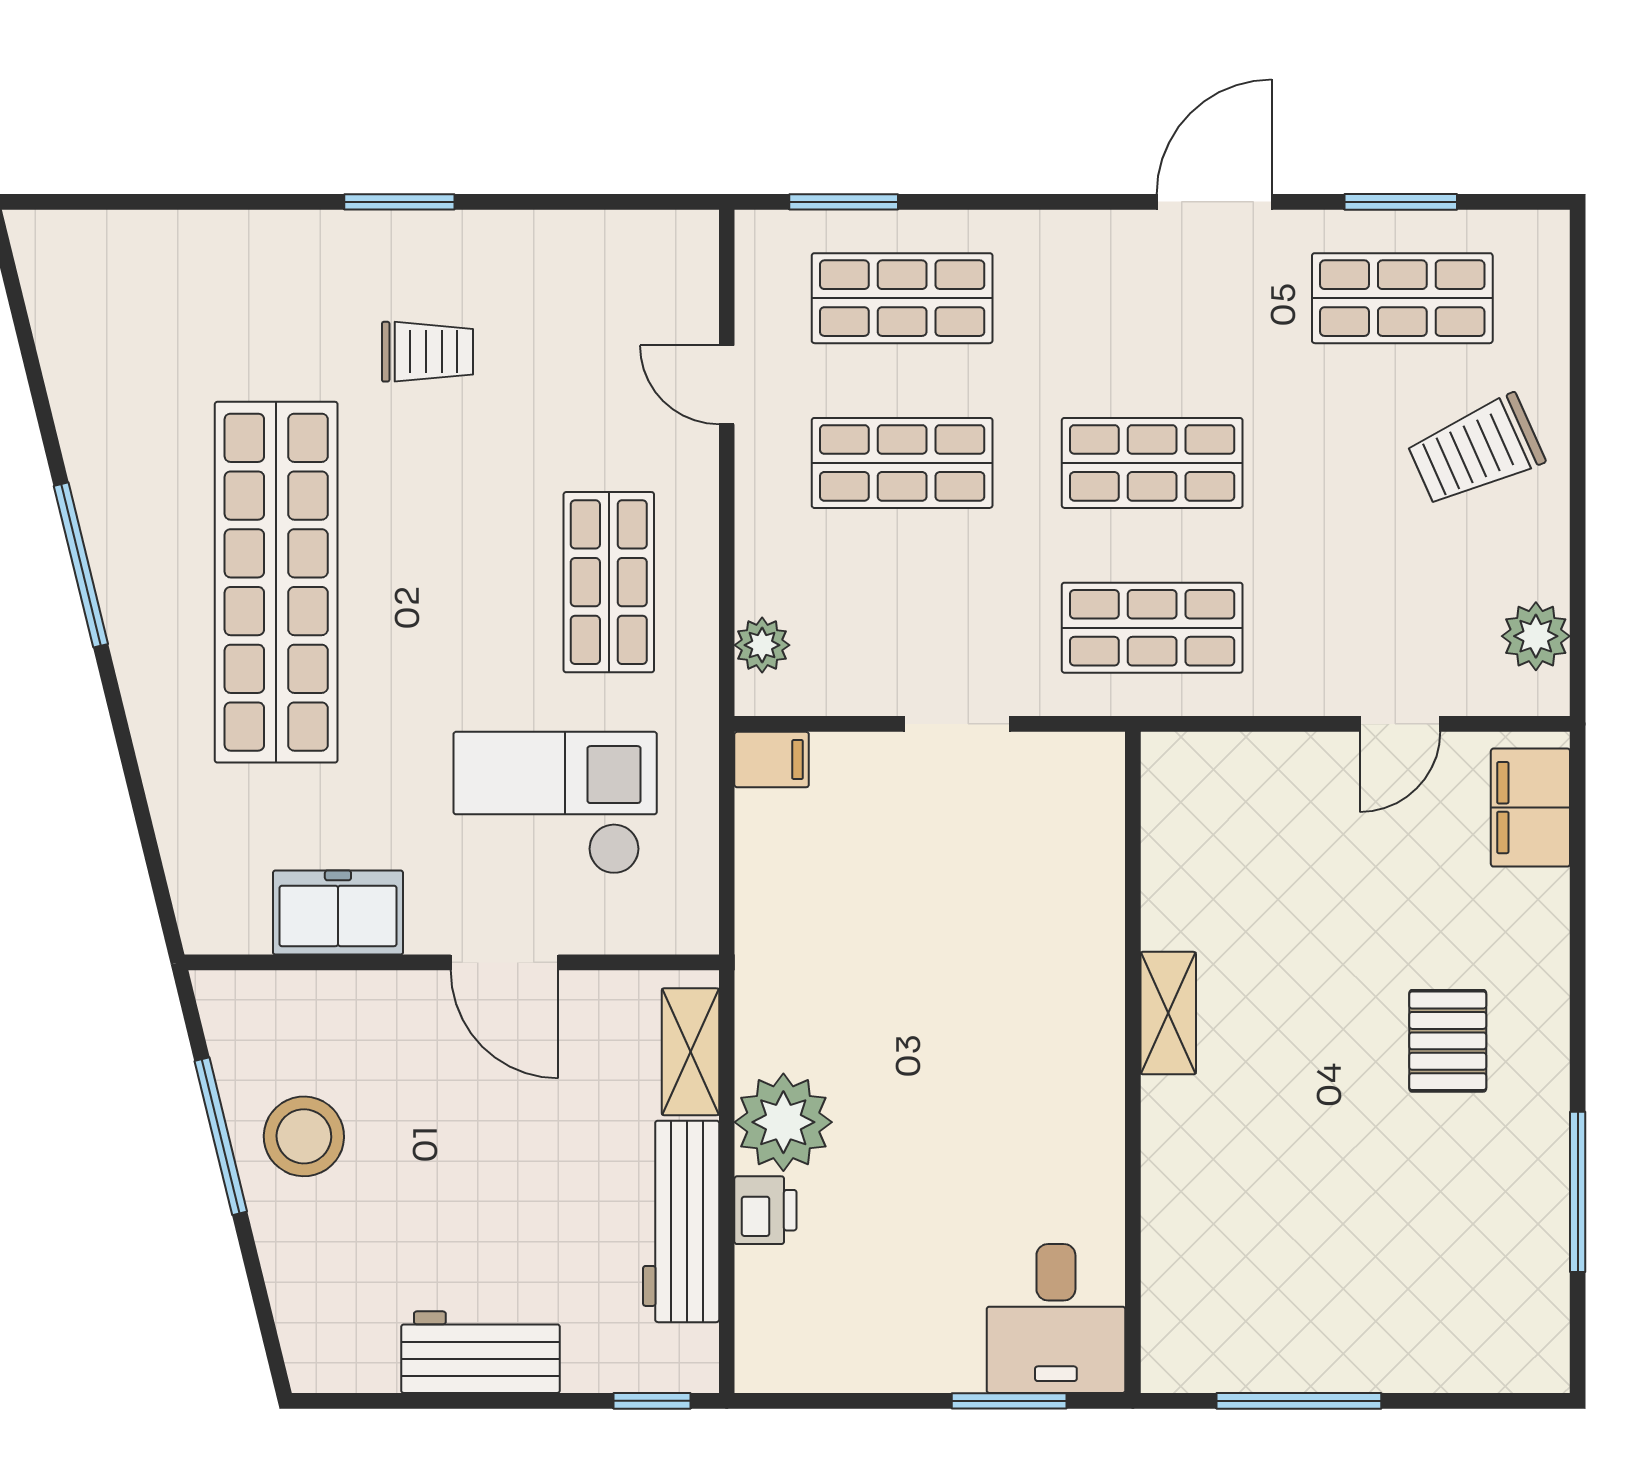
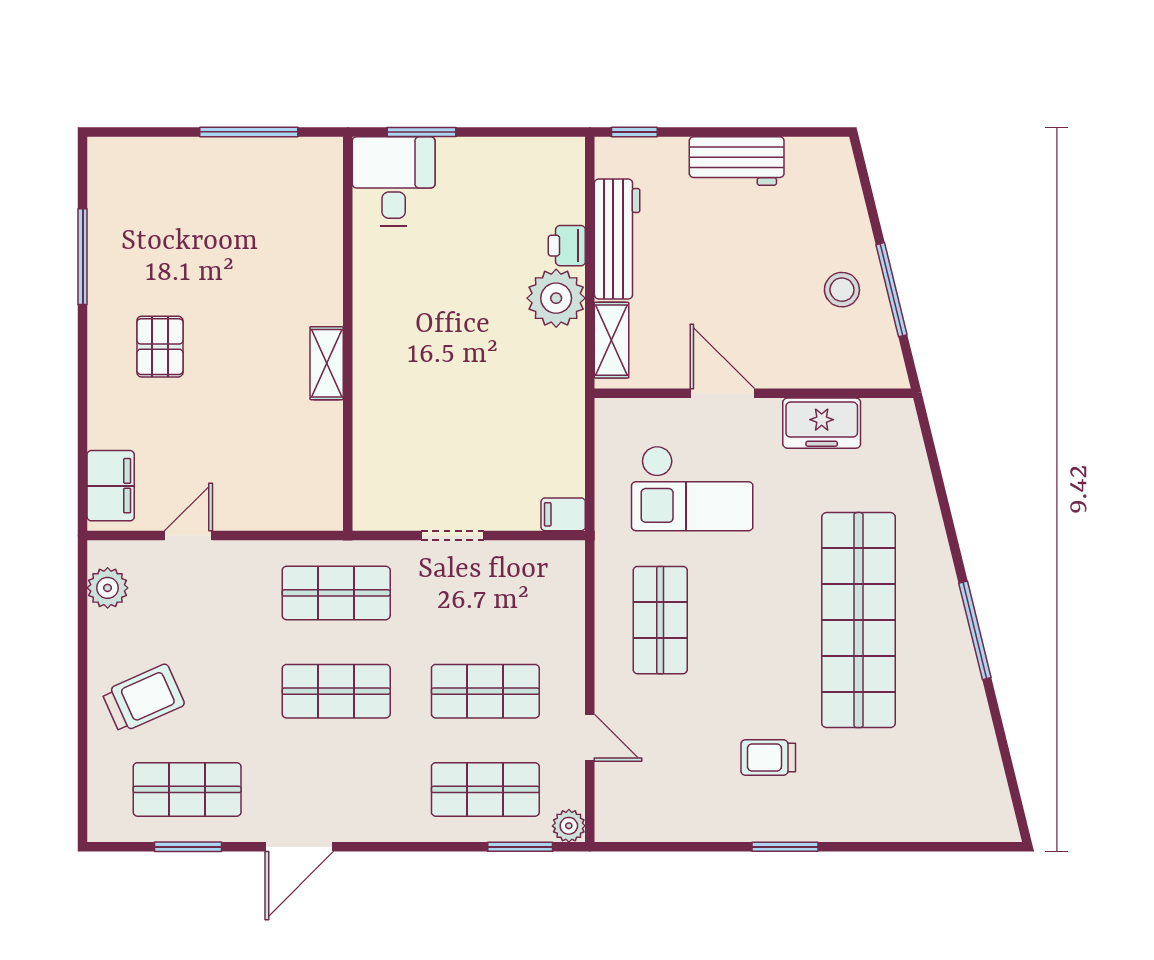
plant: (762, 645) -> (569, 826), moved
stool: (304, 1136) -> (842, 290), width x0.73, depth x0.73

